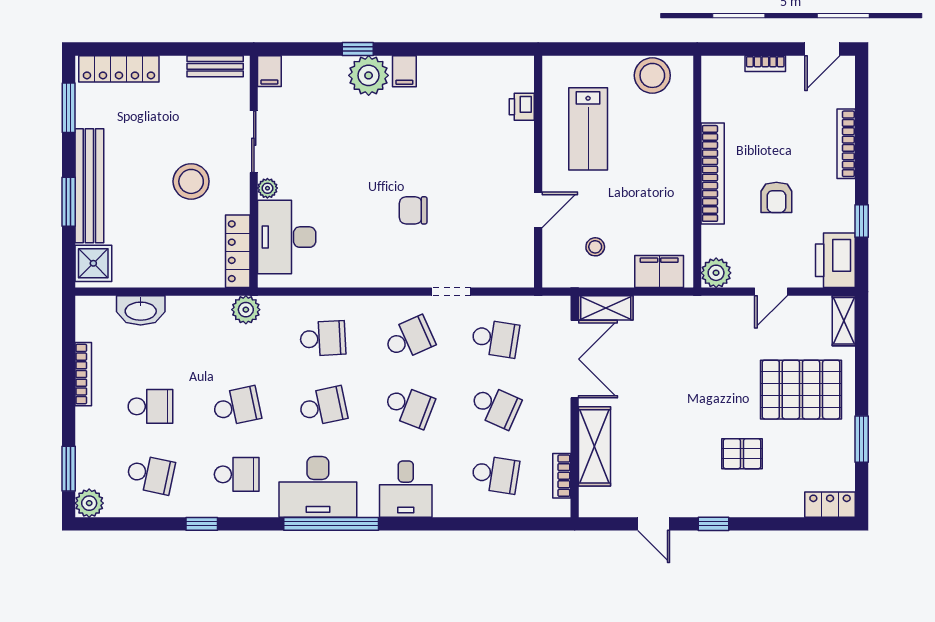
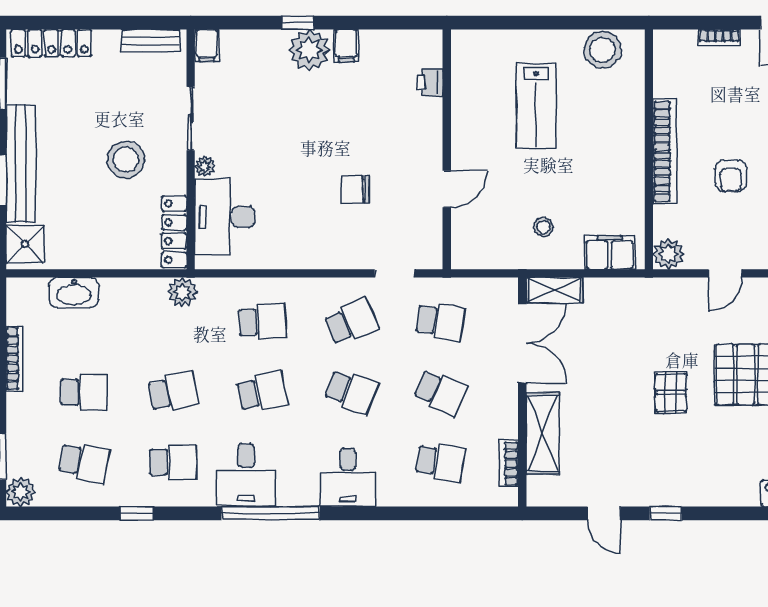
printer: (522, 107) -> (430, 82), moved
wall: (538, 172) -> (447, 149), moved
door: (538, 210) -> (447, 189), moved
pallet: (742, 454) -> (671, 393), moved, turned 90
desk: (318, 487) -> (246, 475), width x0.73

